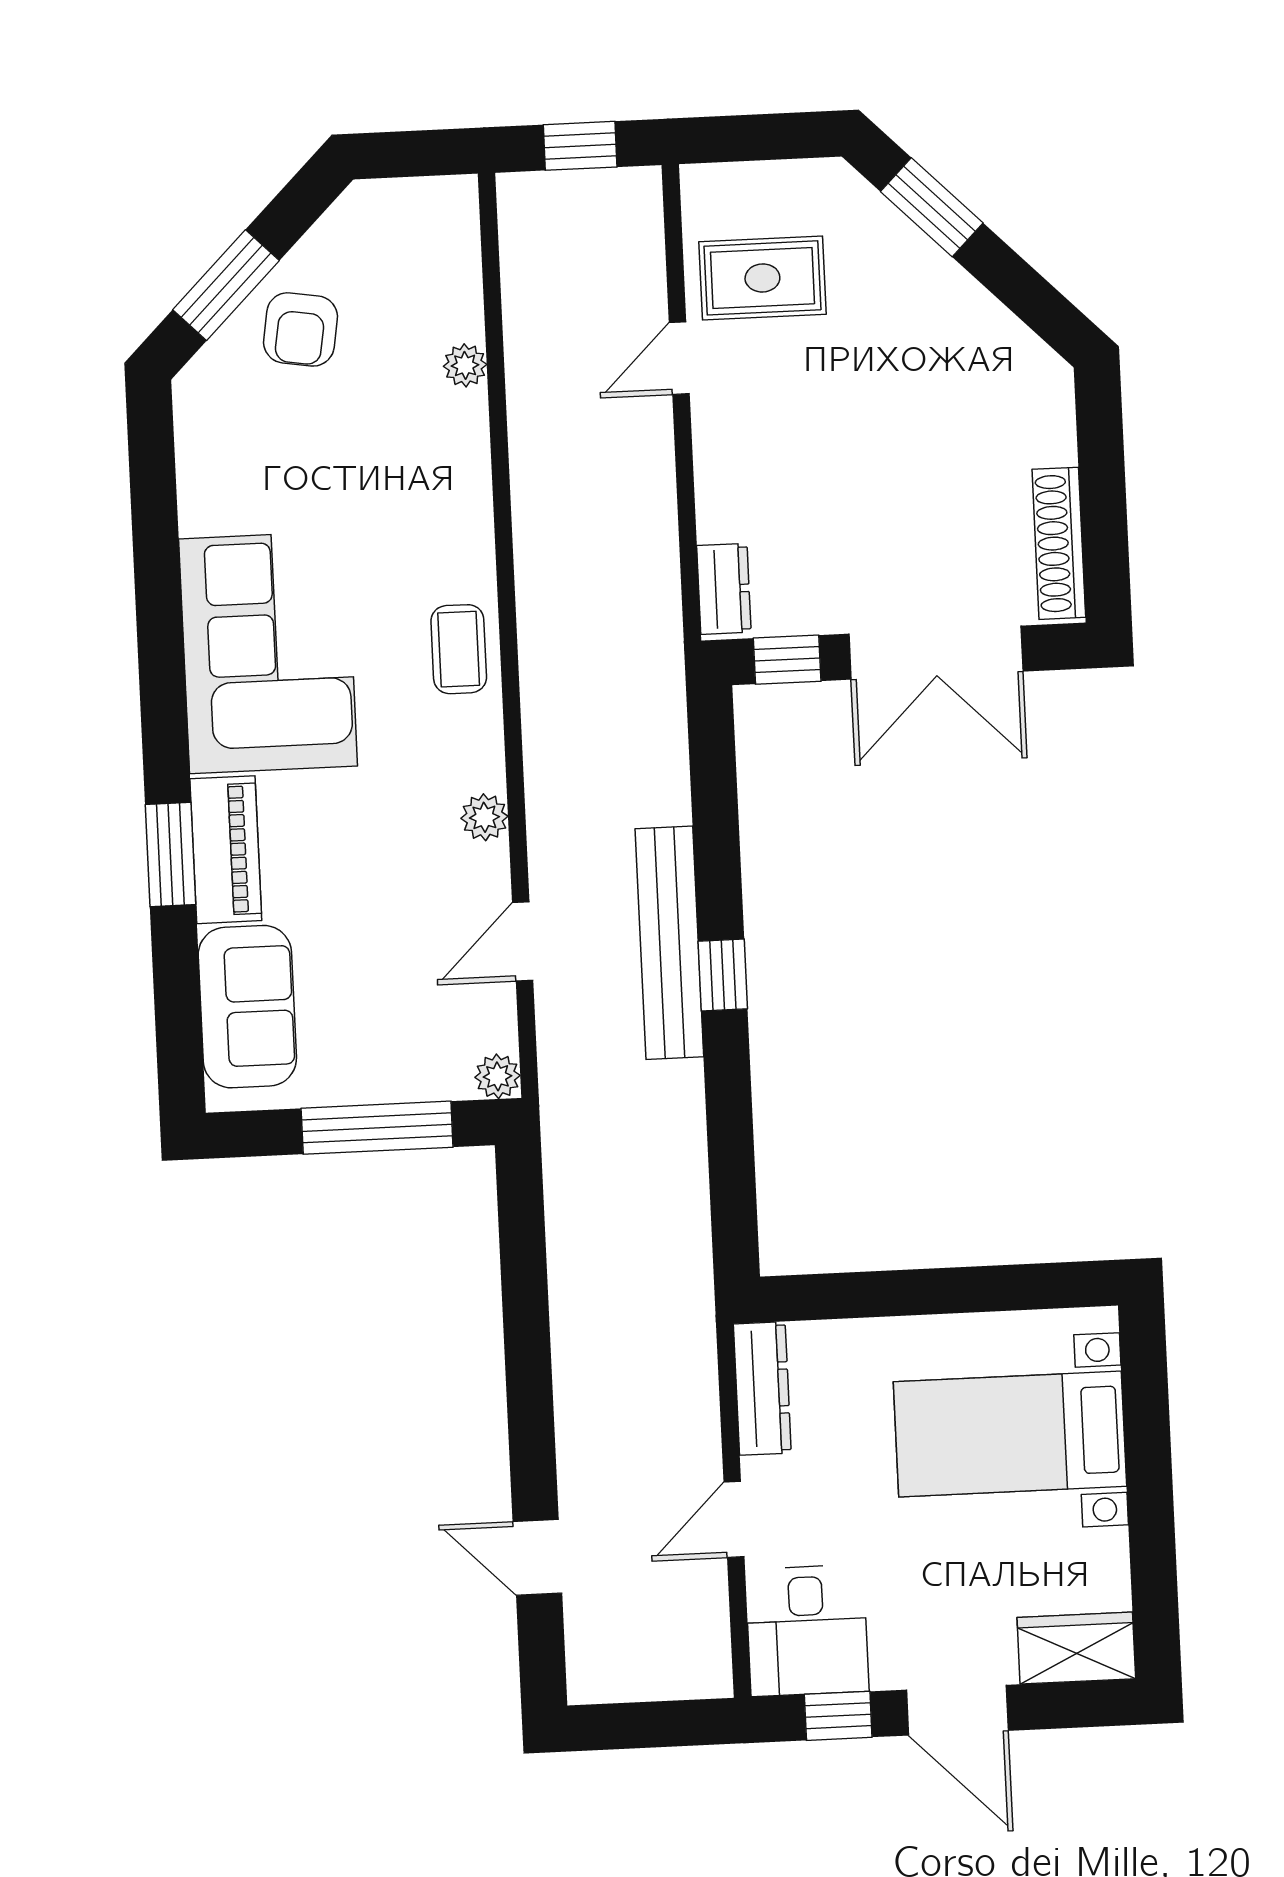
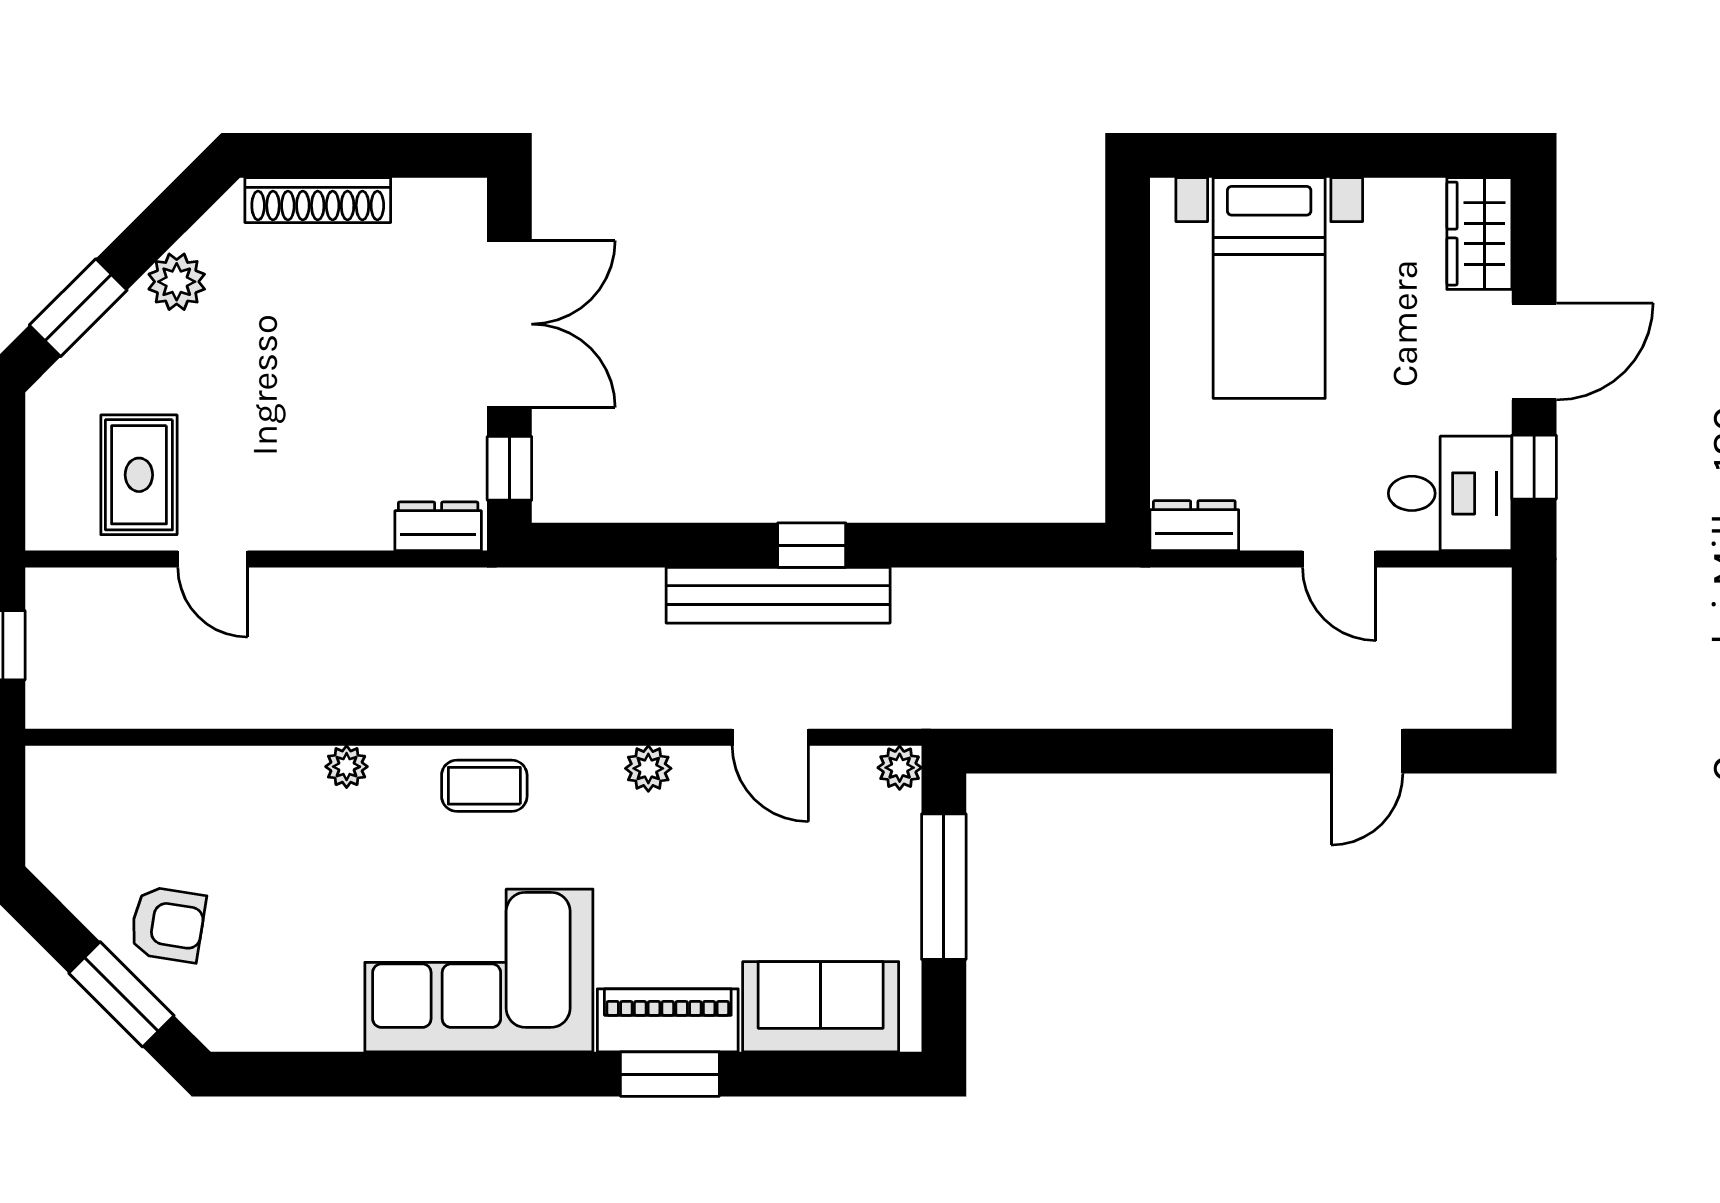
plant: (963, 307) -> (177, 282), added
plant: (465, 365) -> (347, 767), moved
shoe rack: (1059, 543) -> (318, 200), moved
dresser: (762, 1388) -> (1194, 526), width x0.70

